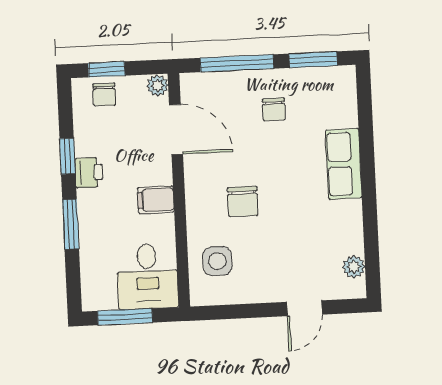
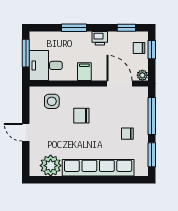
door: (176, 130) -> (120, 84), swing flipped
window: (67, 156) -> (126, 28), moved
row of seats: (344, 164) -> (98, 168), width x2.02
plant: (354, 267) -> (51, 166), width x1.88, depth x1.88
door: (304, 308) -> (26, 132), moved

